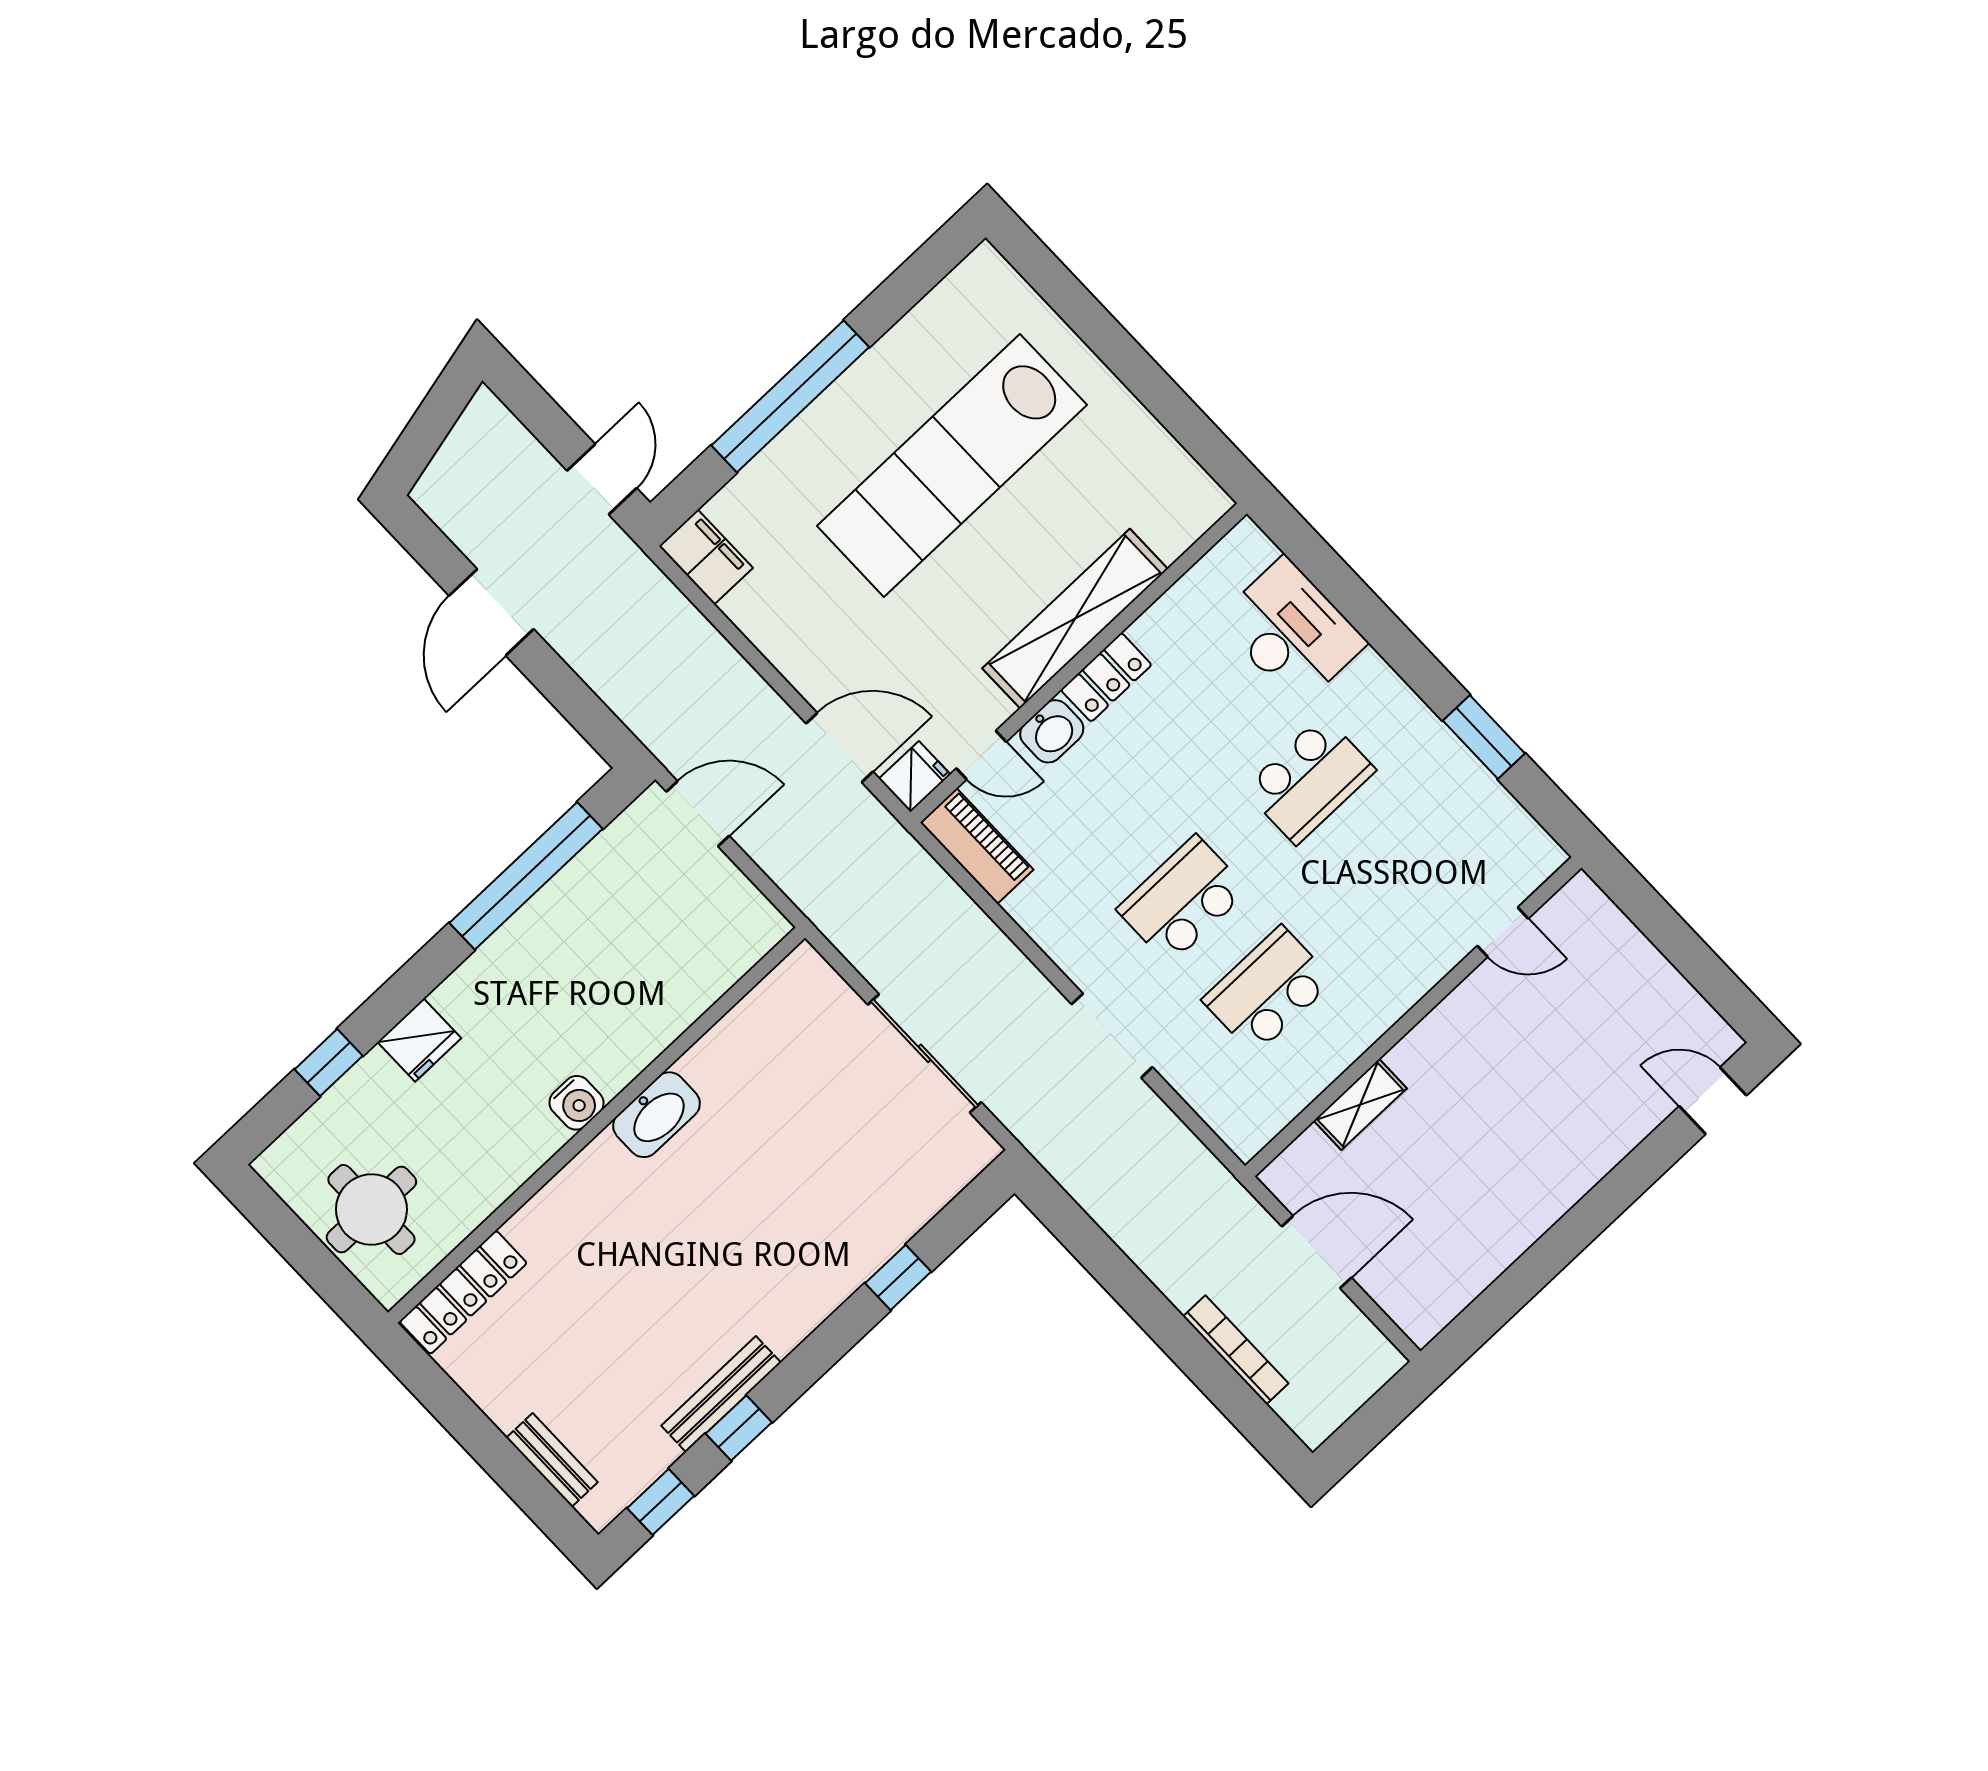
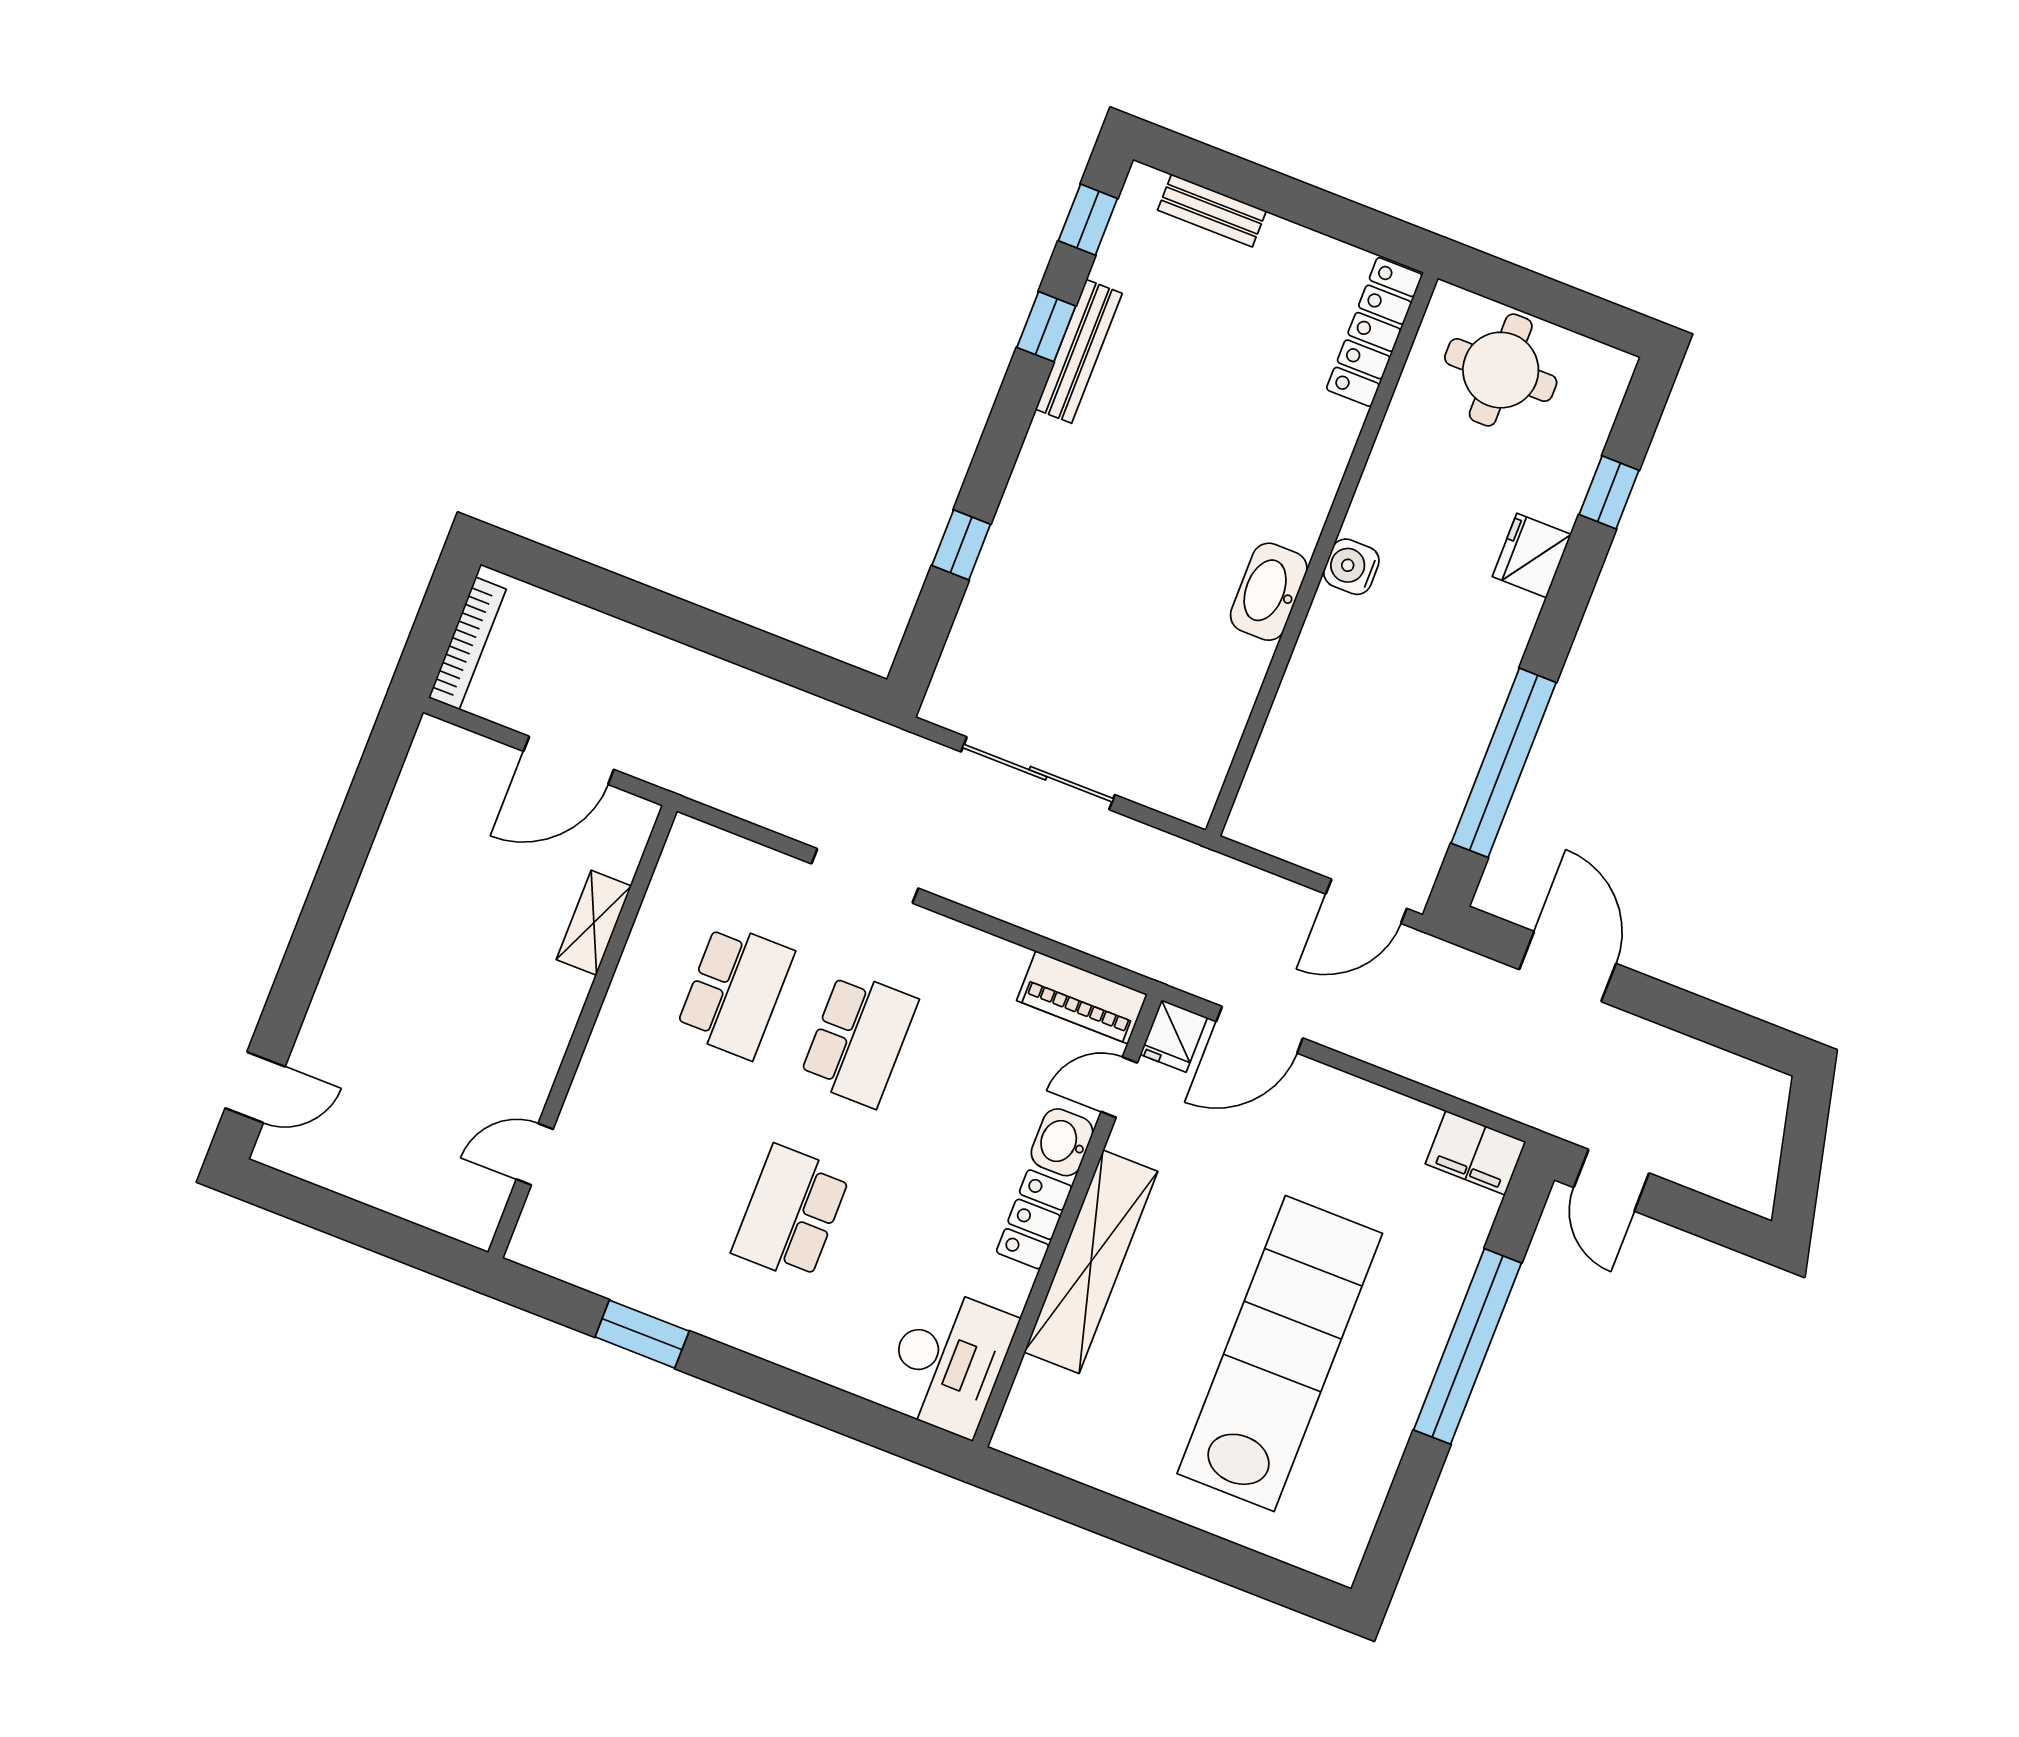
door: (491, 612) -> (1568, 966), moved
desk: (1292, 631) -> (949, 1361), moved, turned -90
bookcase: (1236, 1350) -> (467, 643), moved, turned -90

